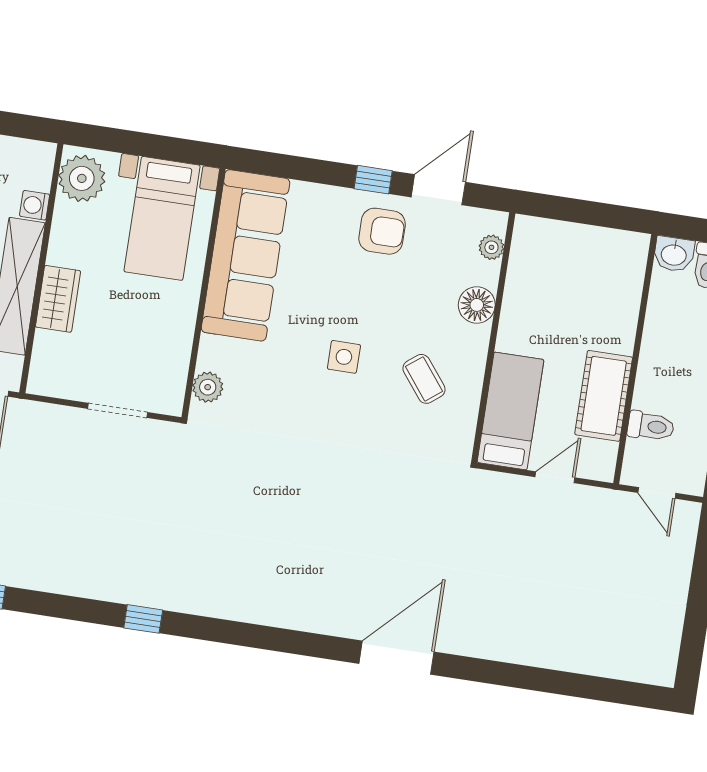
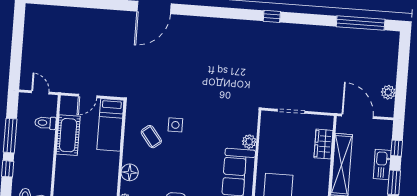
wardrobe: (58, 299) -> (324, 144), moved
side table: (344, 357) -> (175, 125), moved
plant: (208, 387) -> (249, 142), moved

